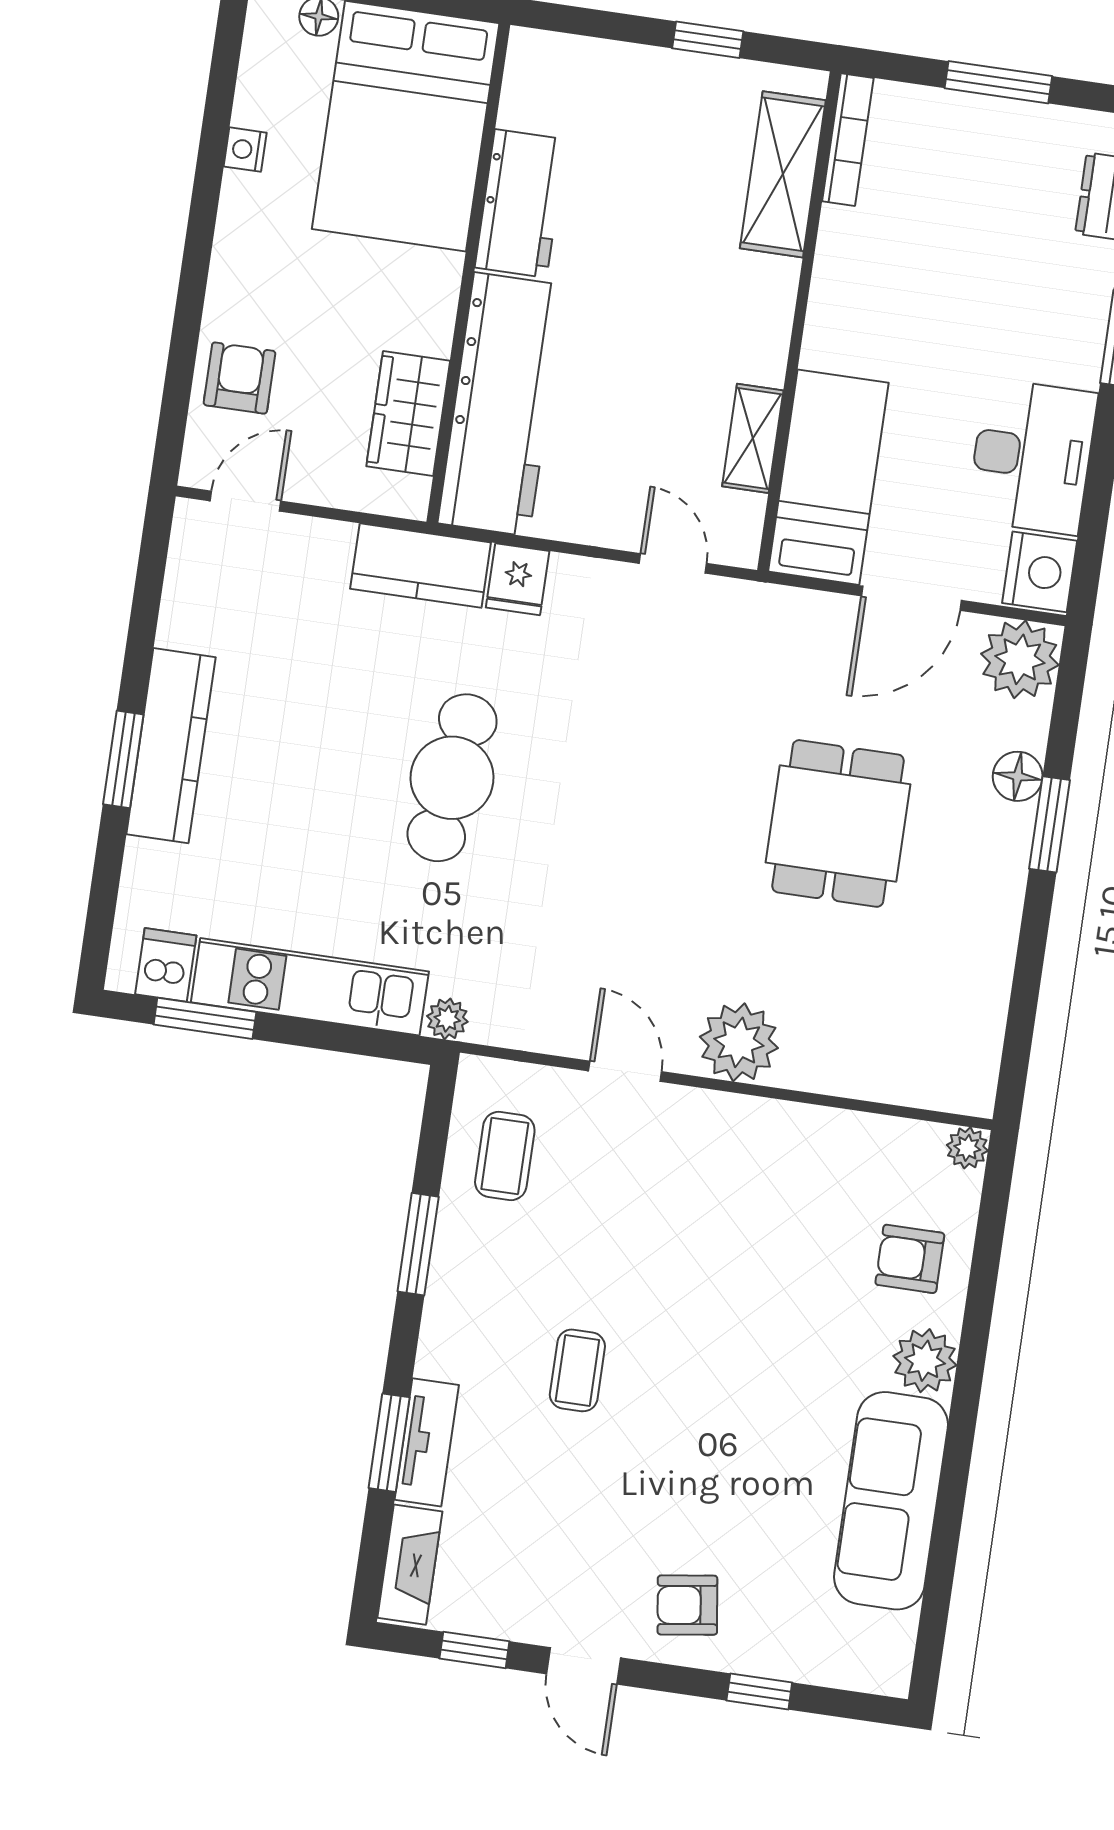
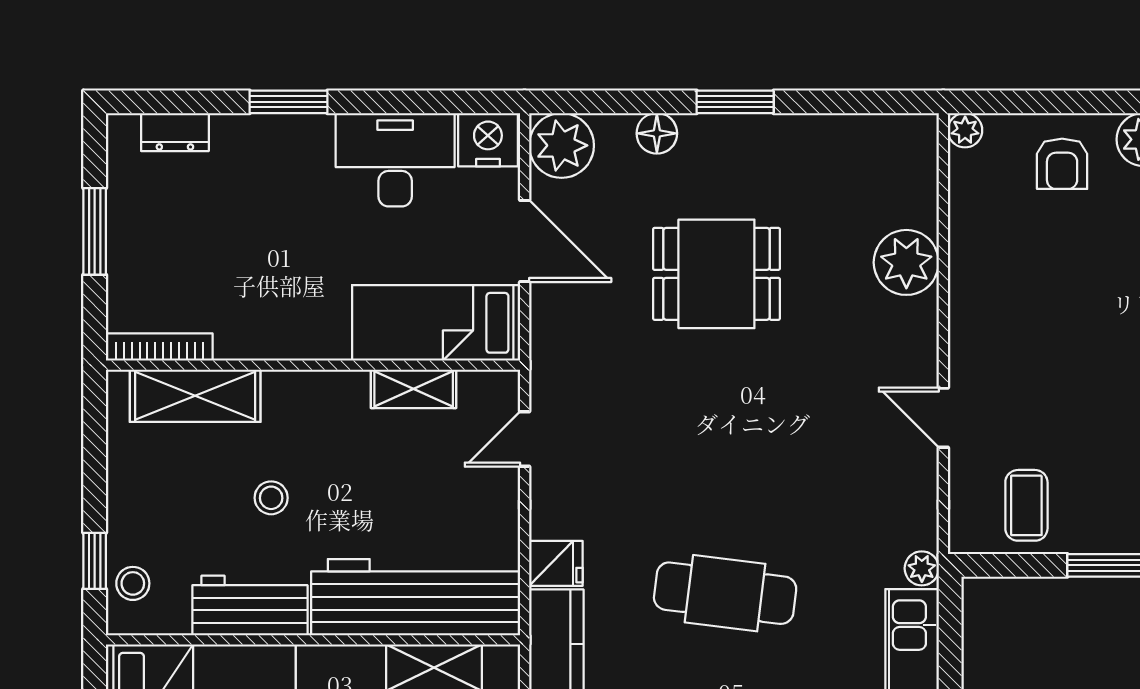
window: (708, 40) -> (95, 561), moved
stool: (568, 66) -> (133, 583), added
stool: (647, 248) -> (271, 498), added
window: (1049, 824) -> (735, 102), moved
plant: (739, 1042) -> (906, 262), moved
door: (625, 1071) -> (943, 418), hinge flipped
coffee table: (505, 1156) -> (1026, 505), turned 90

